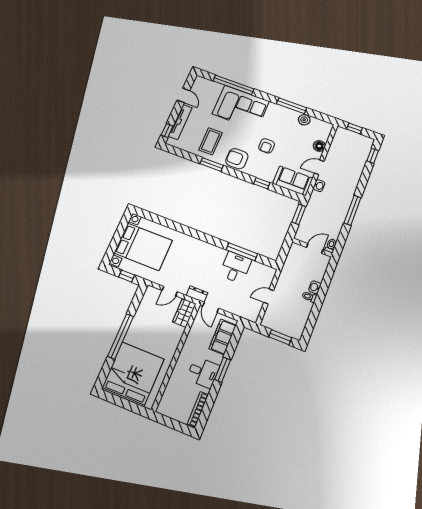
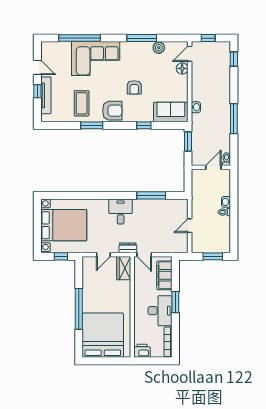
window: (167, 131) -> (37, 91), moved
armchair: (237, 159) -> (112, 111), turned 180
door: (319, 167) -> (190, 54), moved
desk: (235, 267) -> (121, 212), moved
desk: (203, 372) -> (160, 311), width x1.37
printer: (167, 408) -> (142, 351), added

